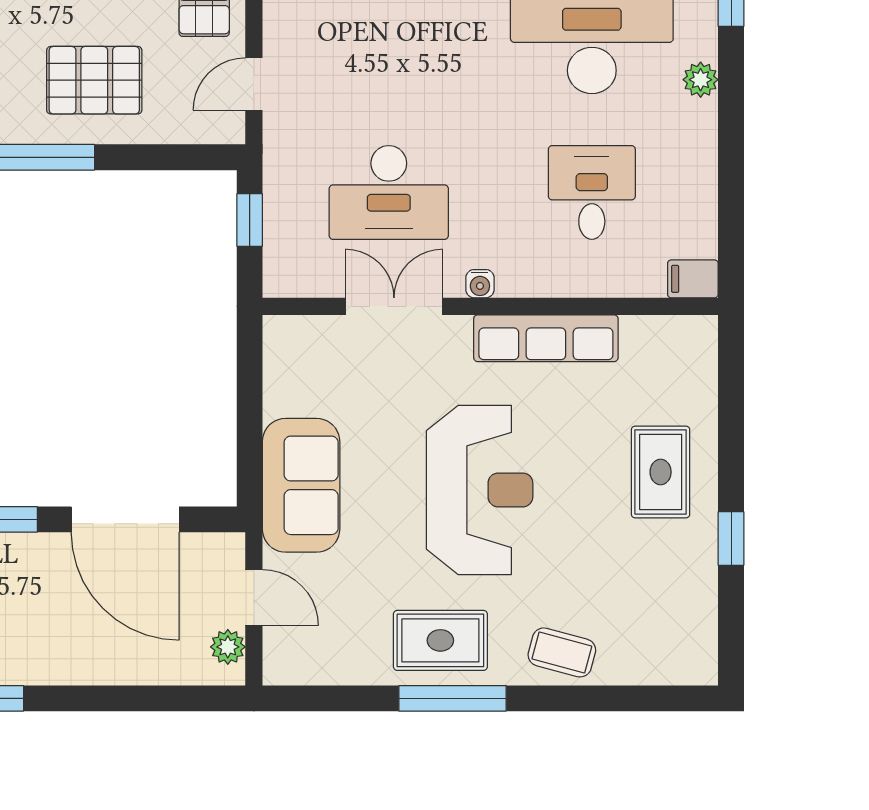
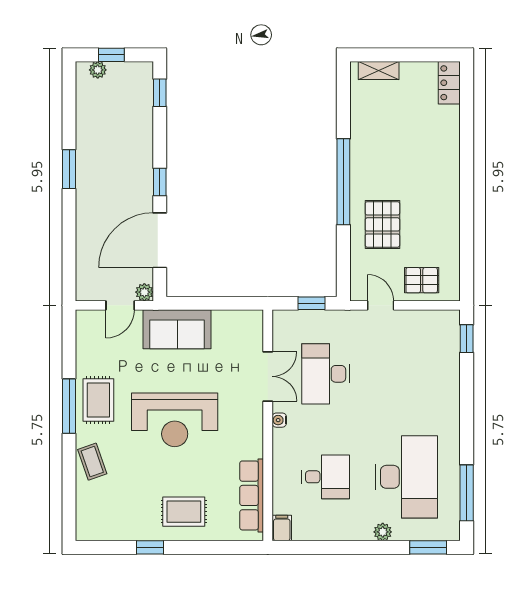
row of seats: (546, 338) -> (252, 495), moved
plant: (228, 647) -> (144, 292), moved
coffee table: (562, 652) -> (92, 462), turned -34

